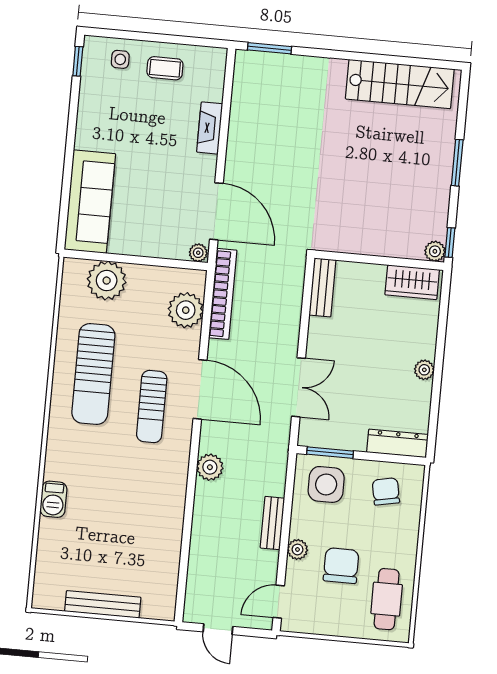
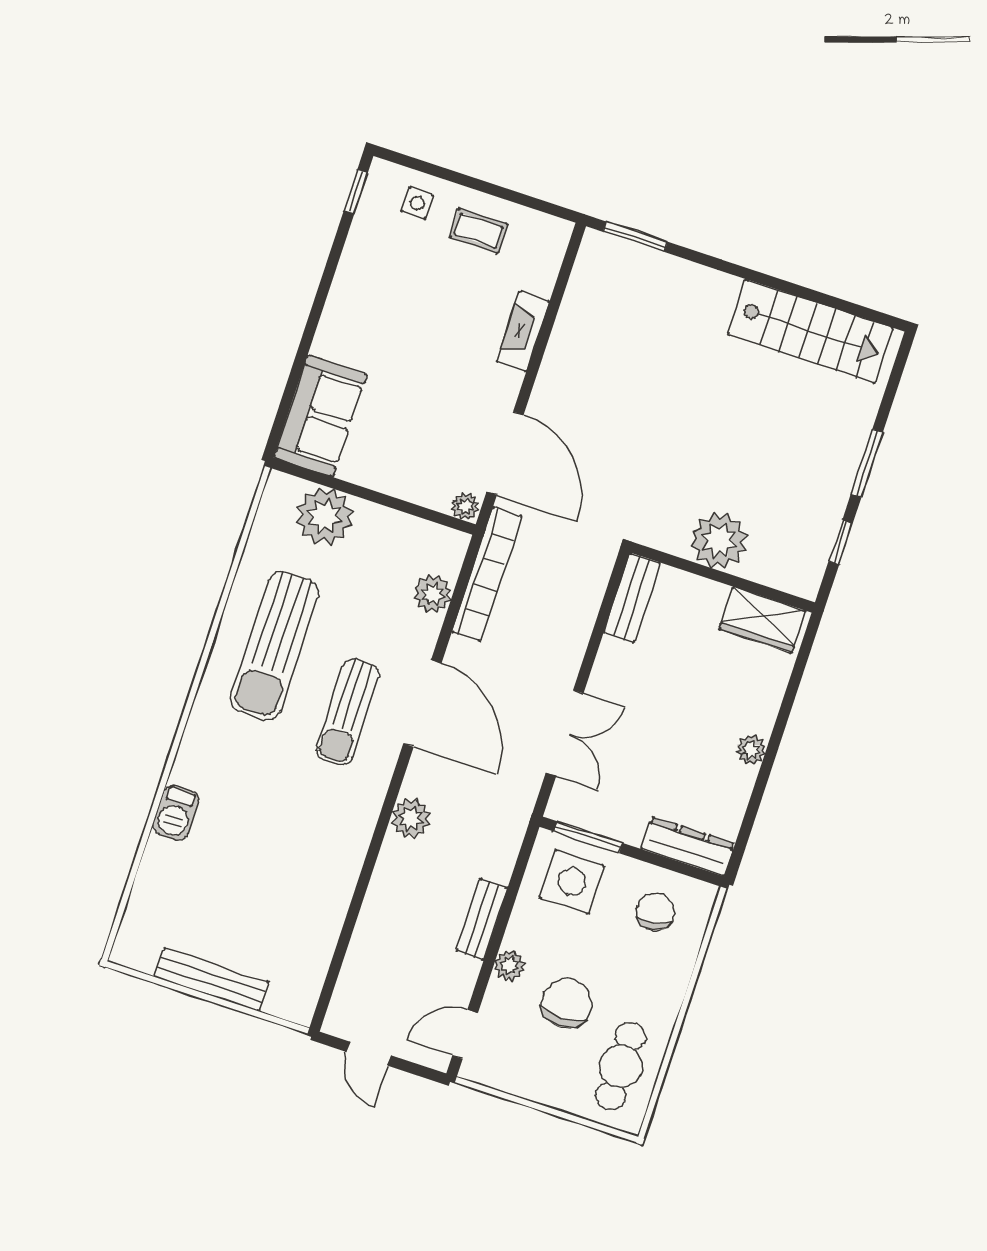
sofa: (90, 202) -> (320, 416), width x0.73
window: (450, 242) -> (841, 542), moved
plant: (435, 251) -> (719, 540), moved, width x1.88, depth x1.88
plant: (186, 310) -> (433, 594), width x0.73, depth x0.73

